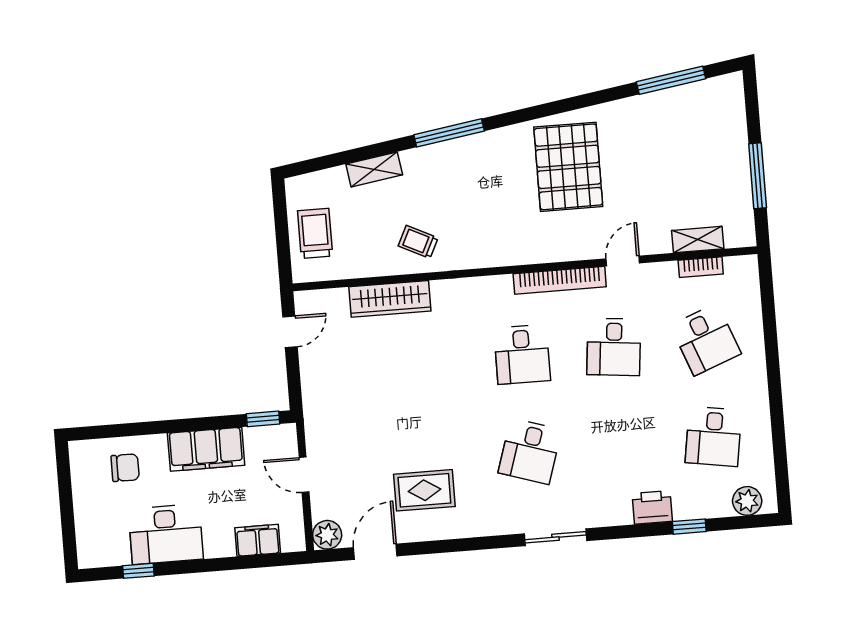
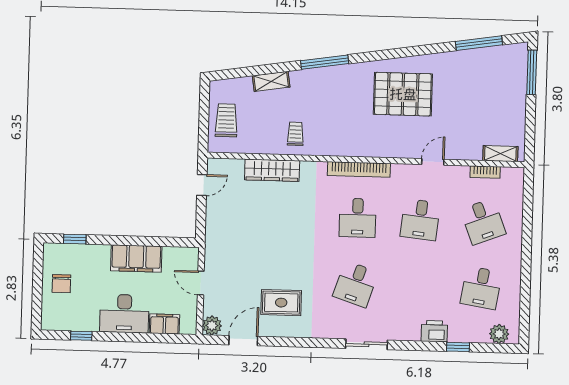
pallet: (568, 167) -> (403, 94), turned 90
window: (758, 176) -> (532, 72), moved
shelving: (698, 240) -> (500, 154), moved
trolley: (418, 242) -> (295, 134), turned 64
bookcase: (560, 280) -> (359, 169), moved
window: (263, 419) -> (75, 239), moved
chair: (125, 468) -> (61, 284), moved, turned 90
desk: (166, 534) -> (124, 314), moved

